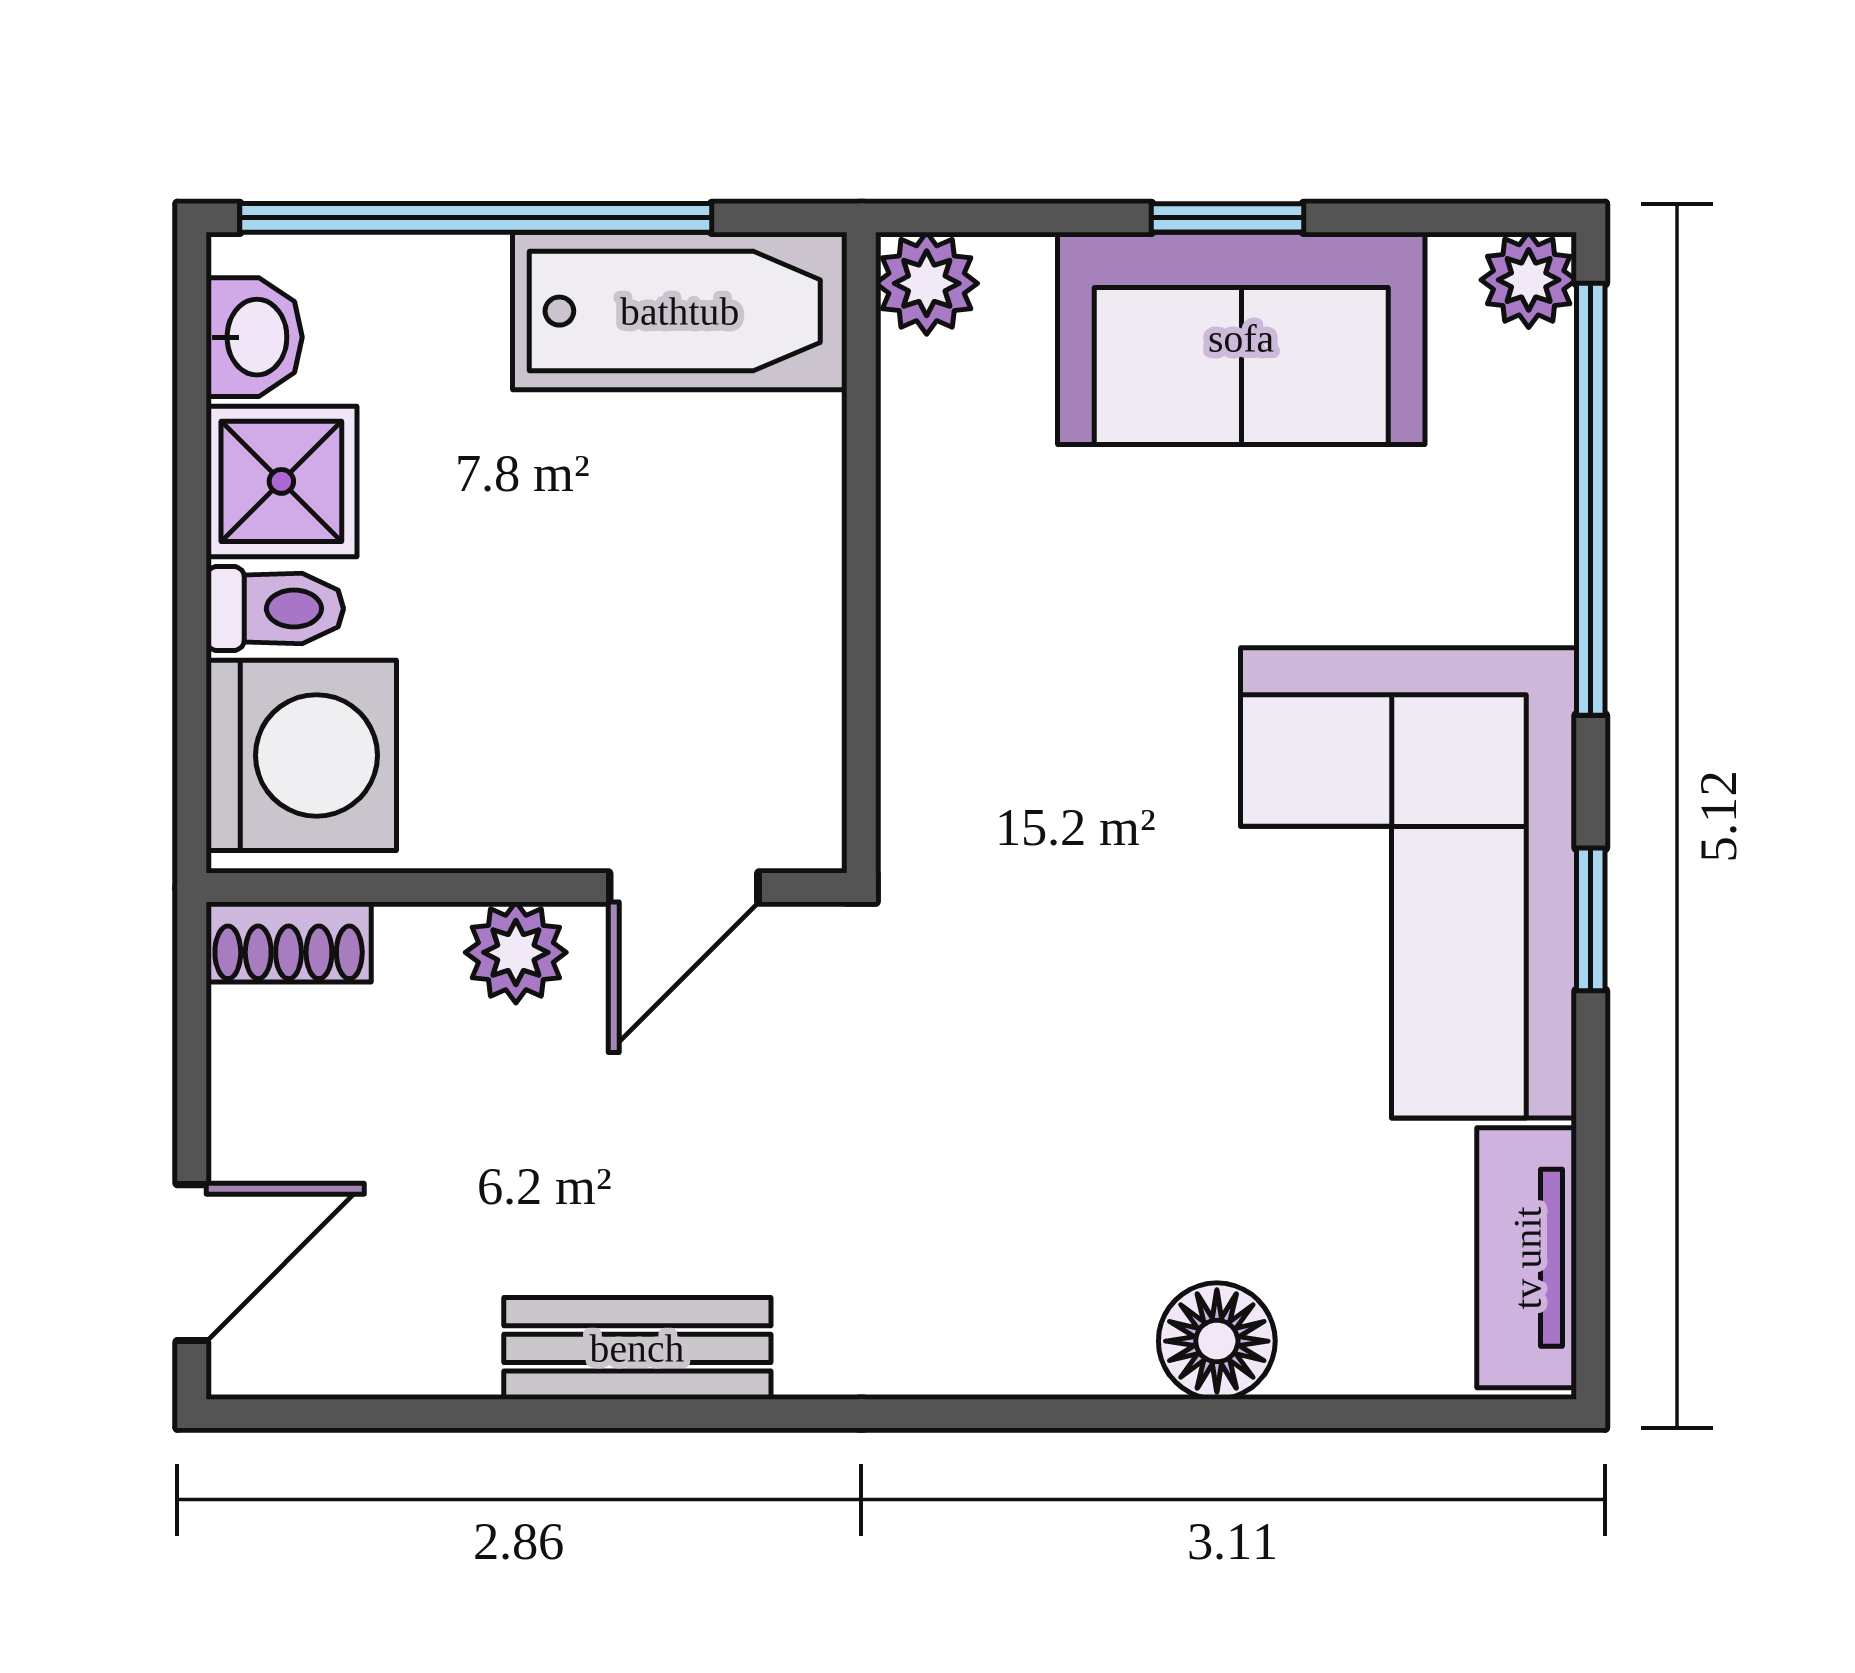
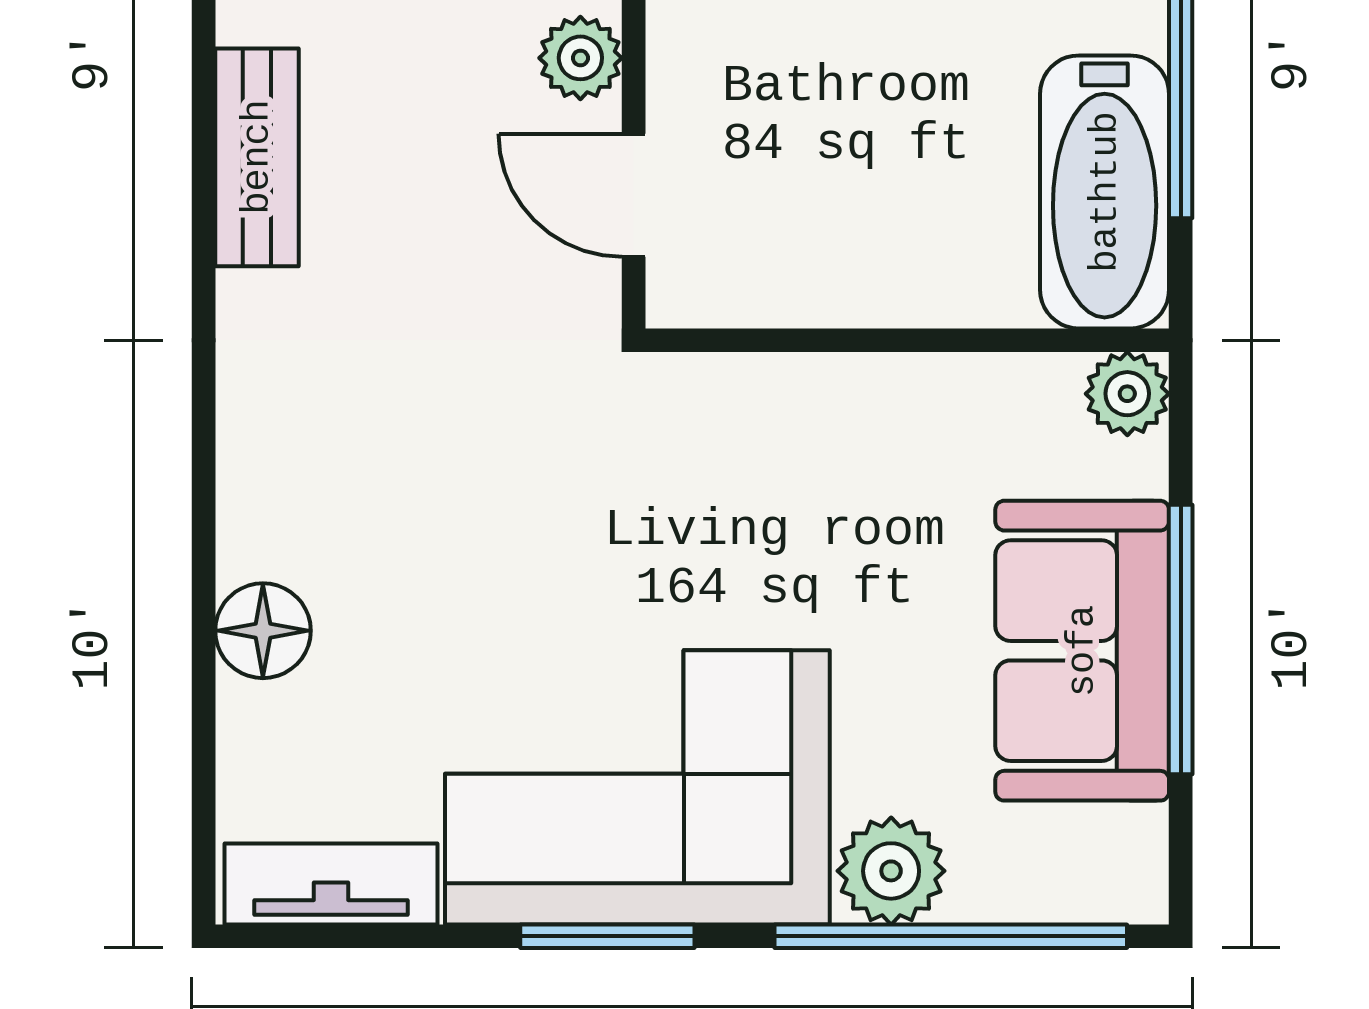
window: (1228, 218) -> (1181, 639), width x2.17
plant: (1529, 280) -> (891, 871), moved, width x1.38, depth x1.38
window: (1591, 919) -> (607, 936), width x1.50

